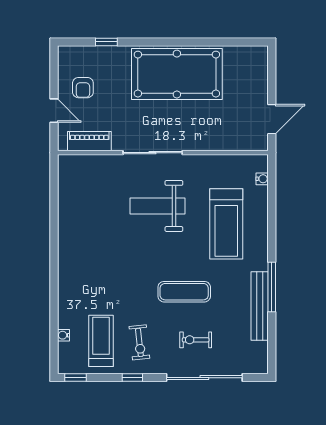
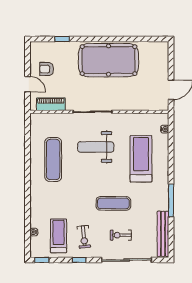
armchair: (83, 88) -> (47, 69), turned 90
treadmill: (226, 224) -> (141, 159), turned 180
exercise mat: (93, 225) -> (53, 159), added
bench: (260, 306) -> (163, 234), moved

